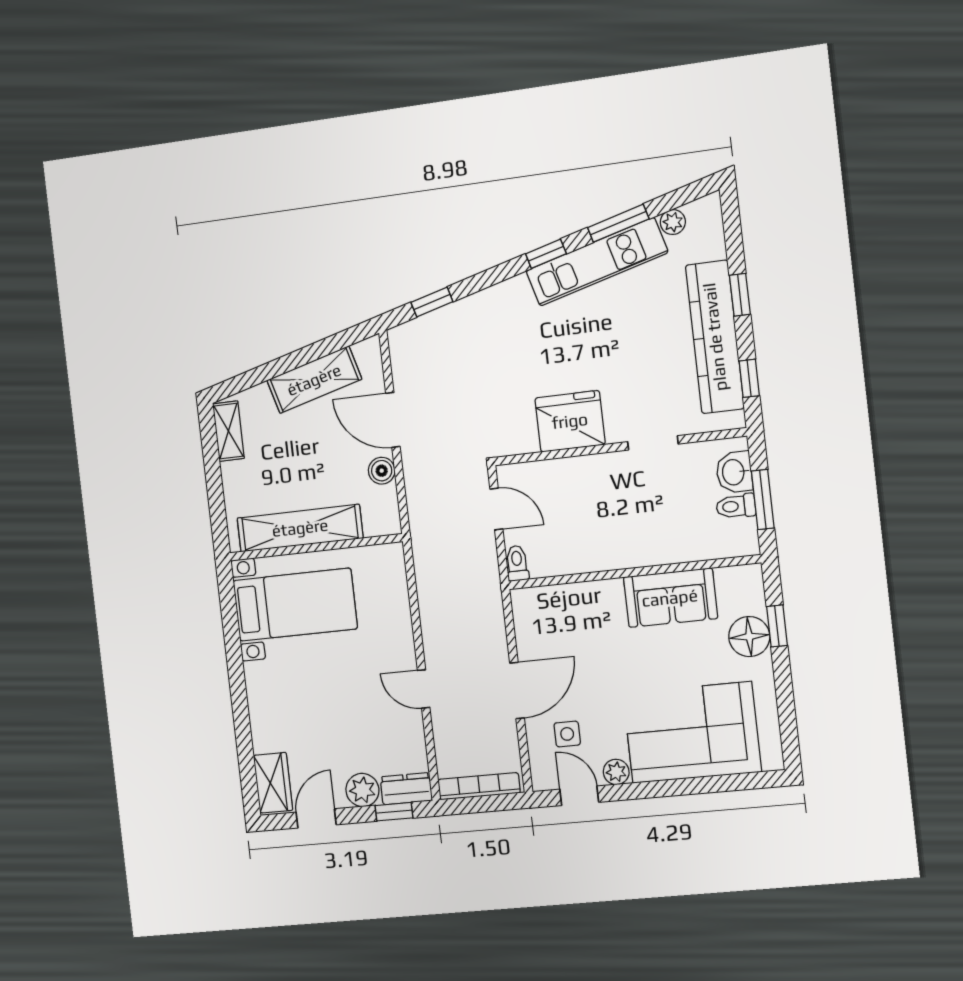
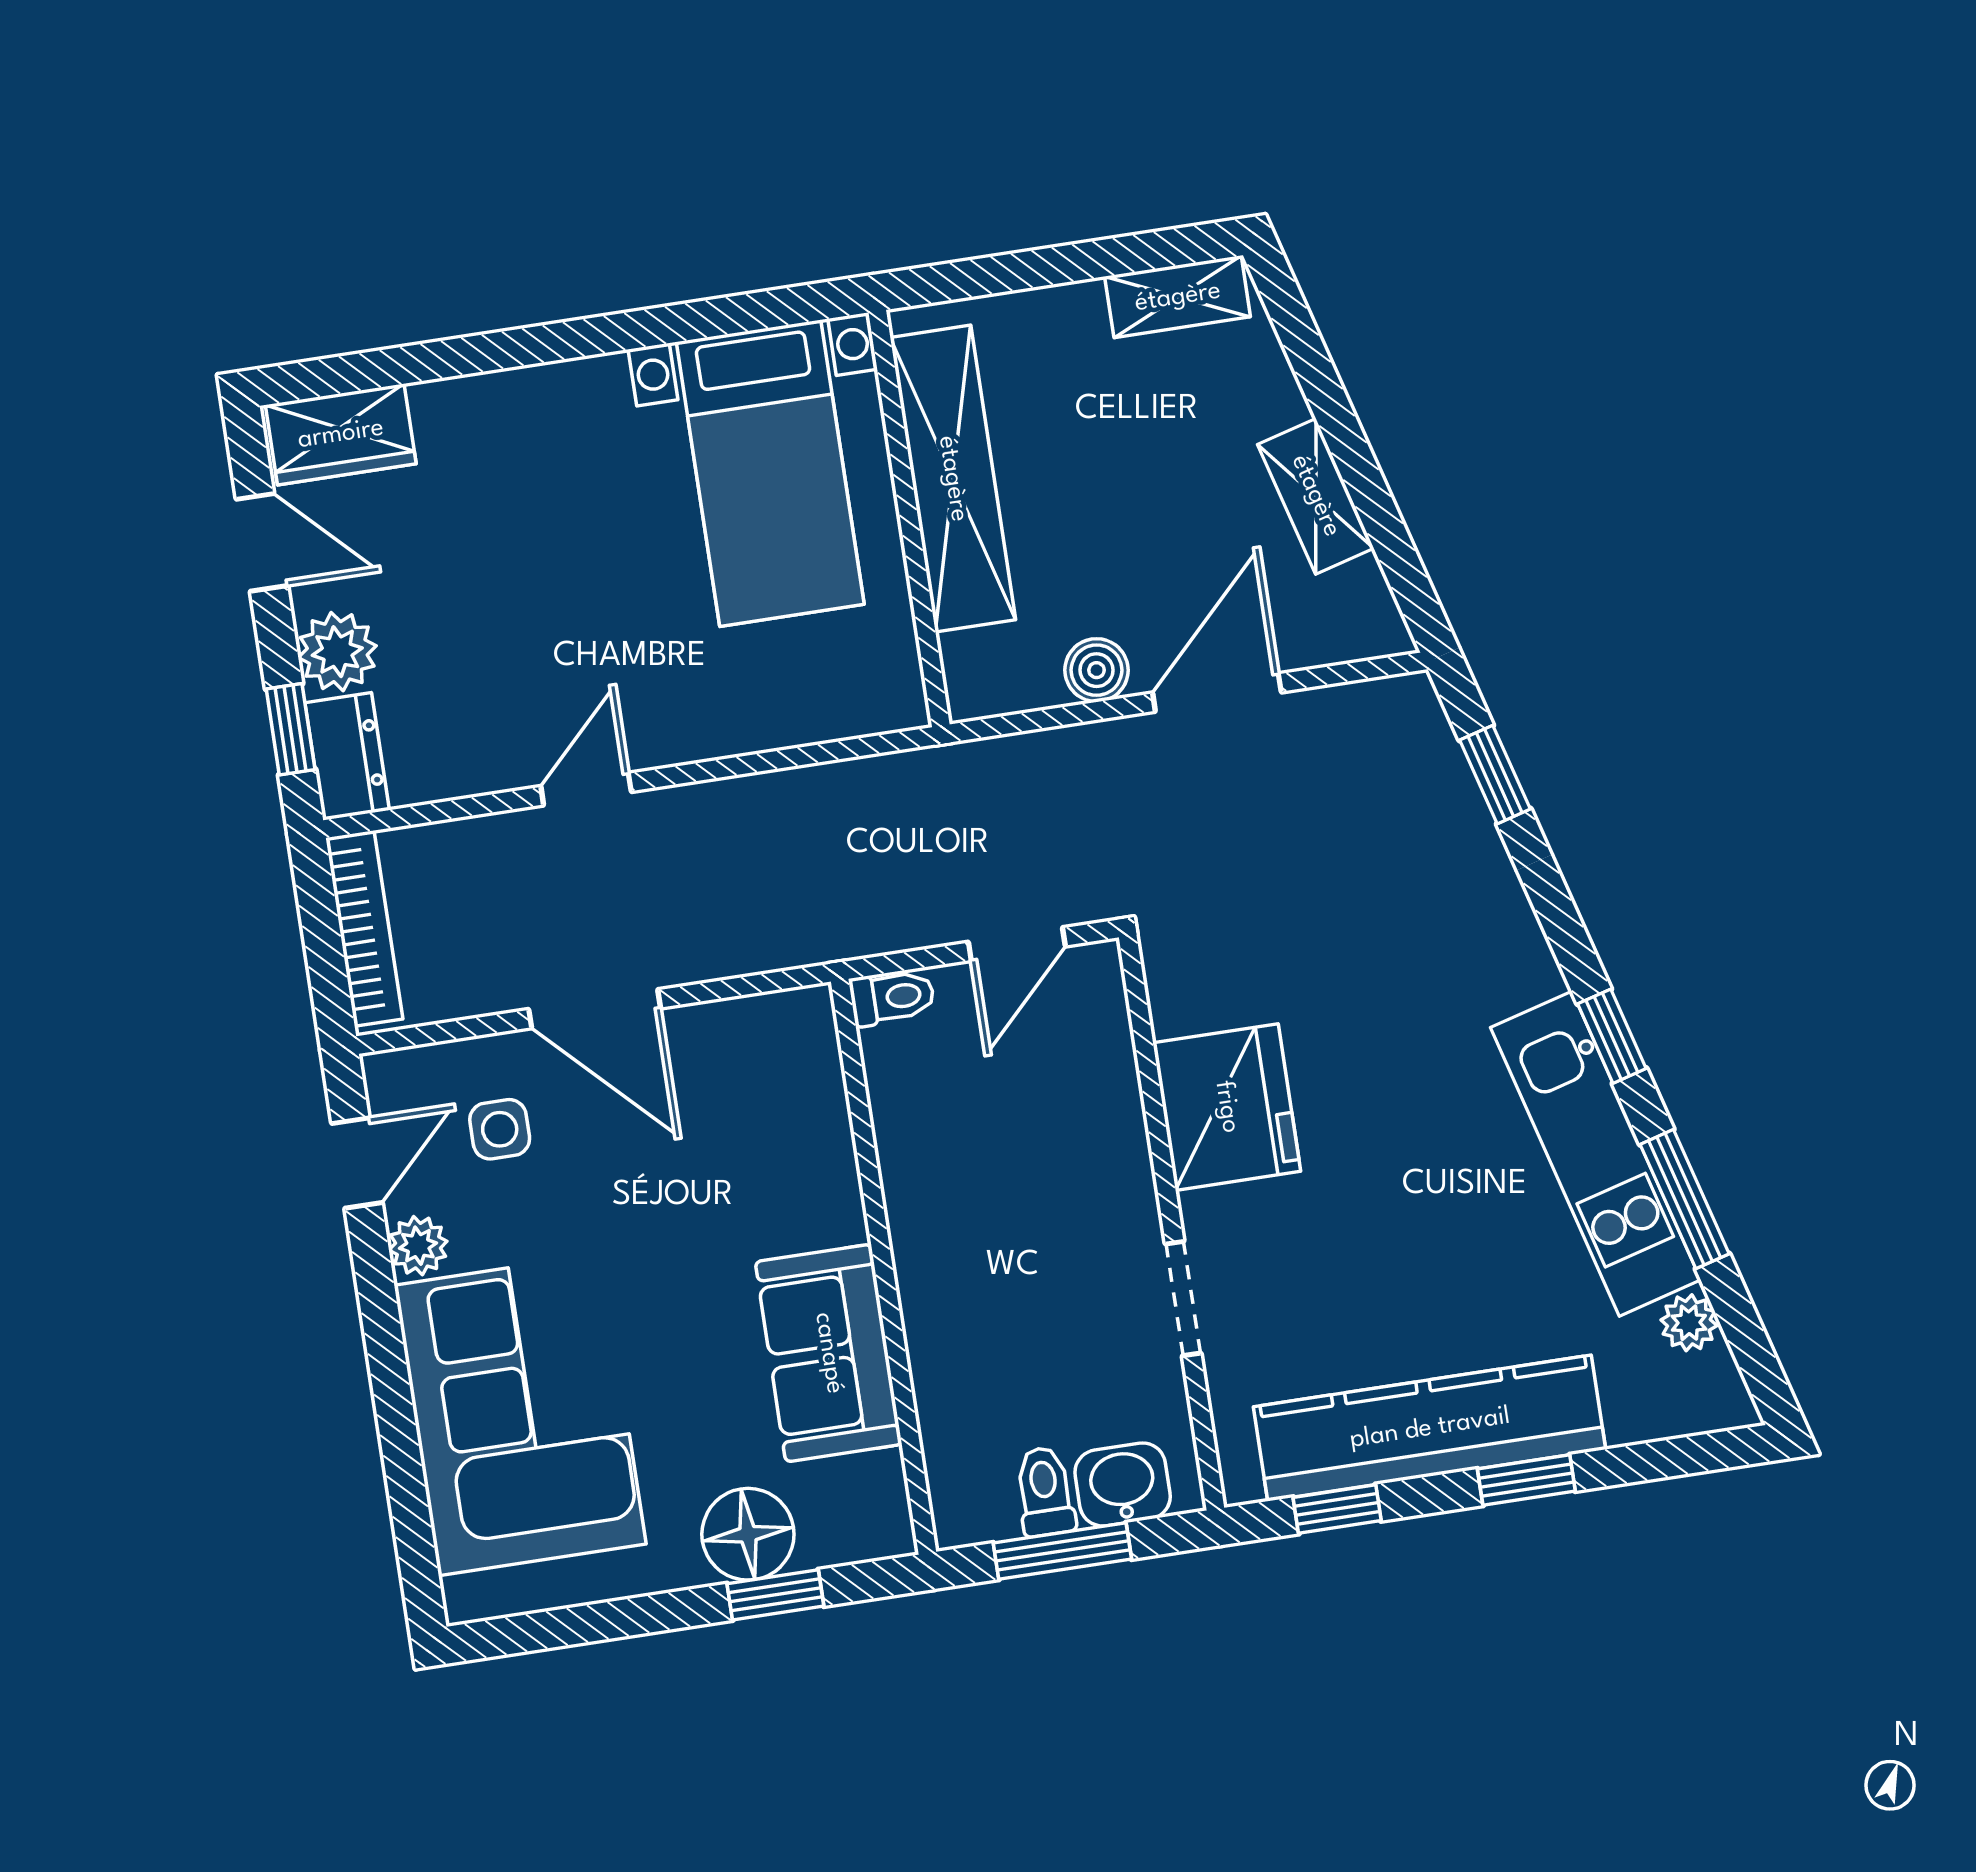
shelving: (314, 380) -> (1316, 496), width x0.67, depth x0.75

